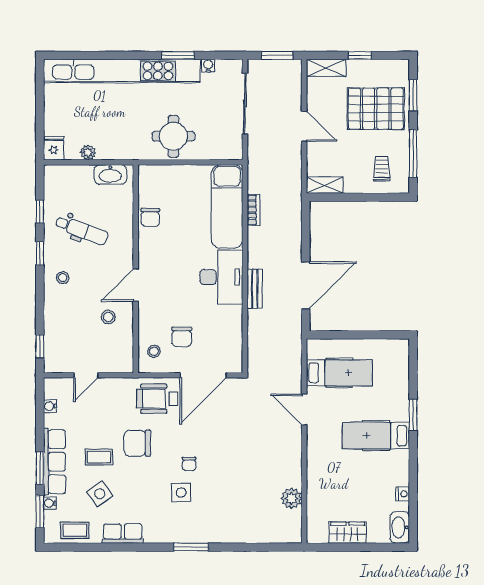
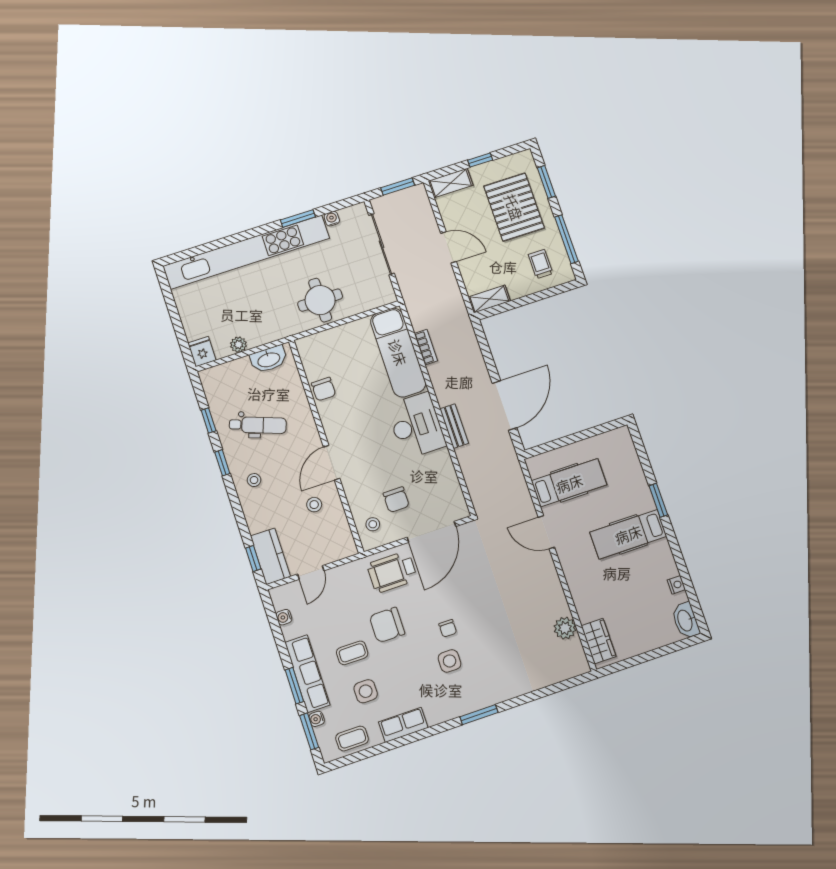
pallet: (376, 109) -> (514, 207), turned 90
kitchen counter: (55, 349) -> (270, 556), added
side table: (100, 494) -> (366, 691), turned 36
wardrobe: (348, 533) -> (599, 641), moved, turned 90

